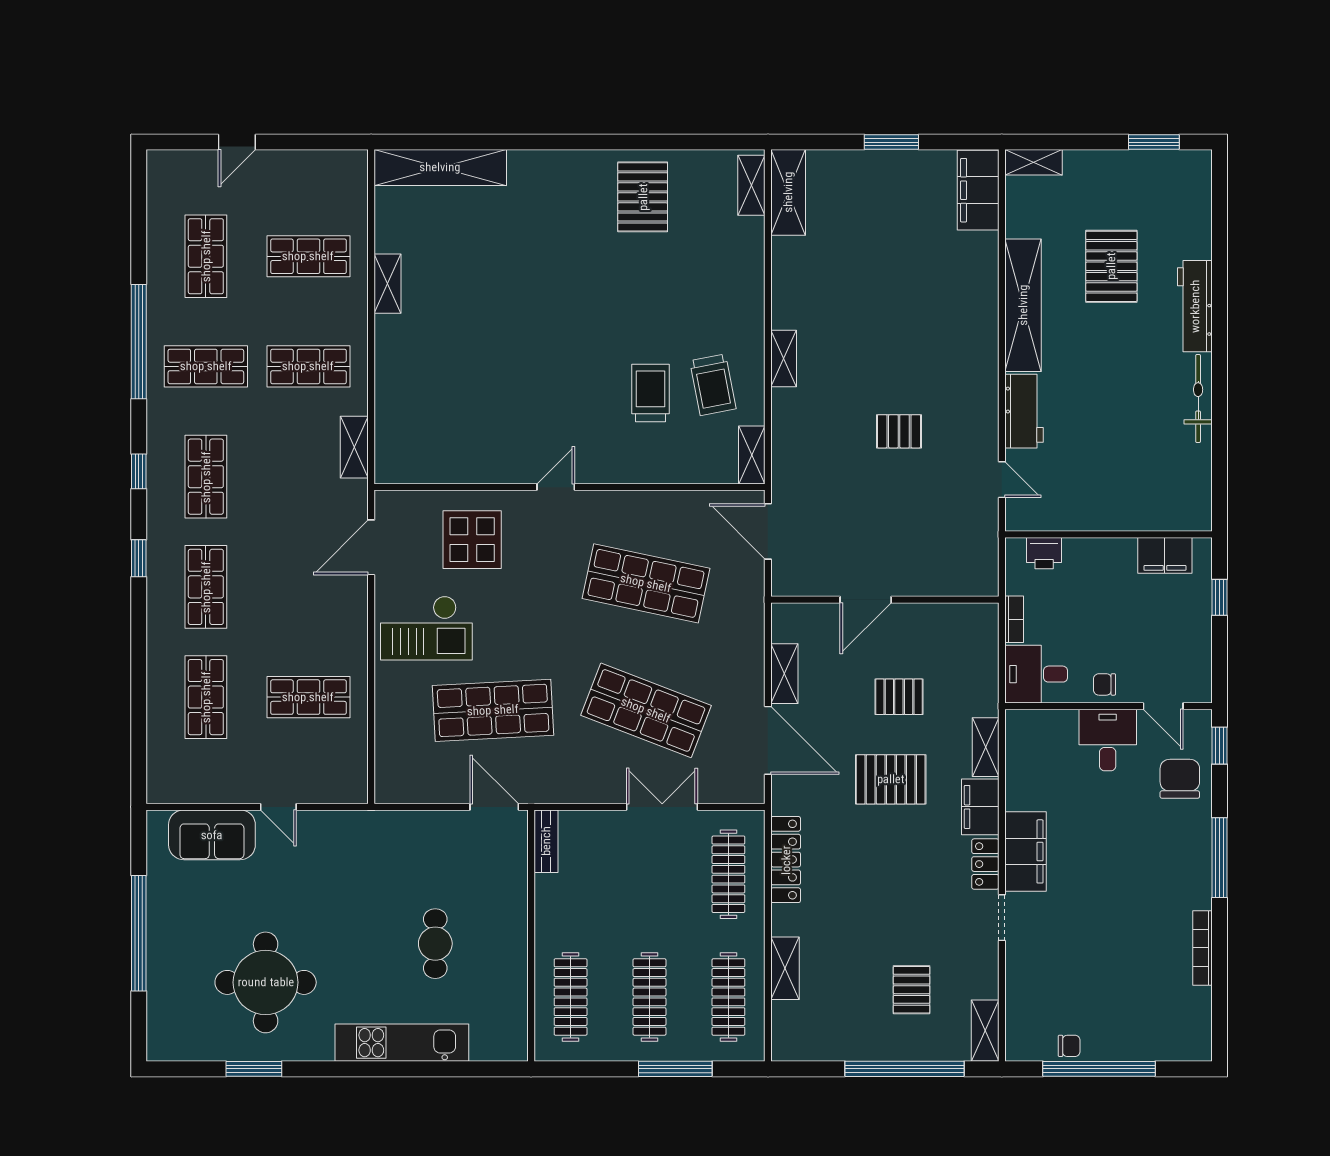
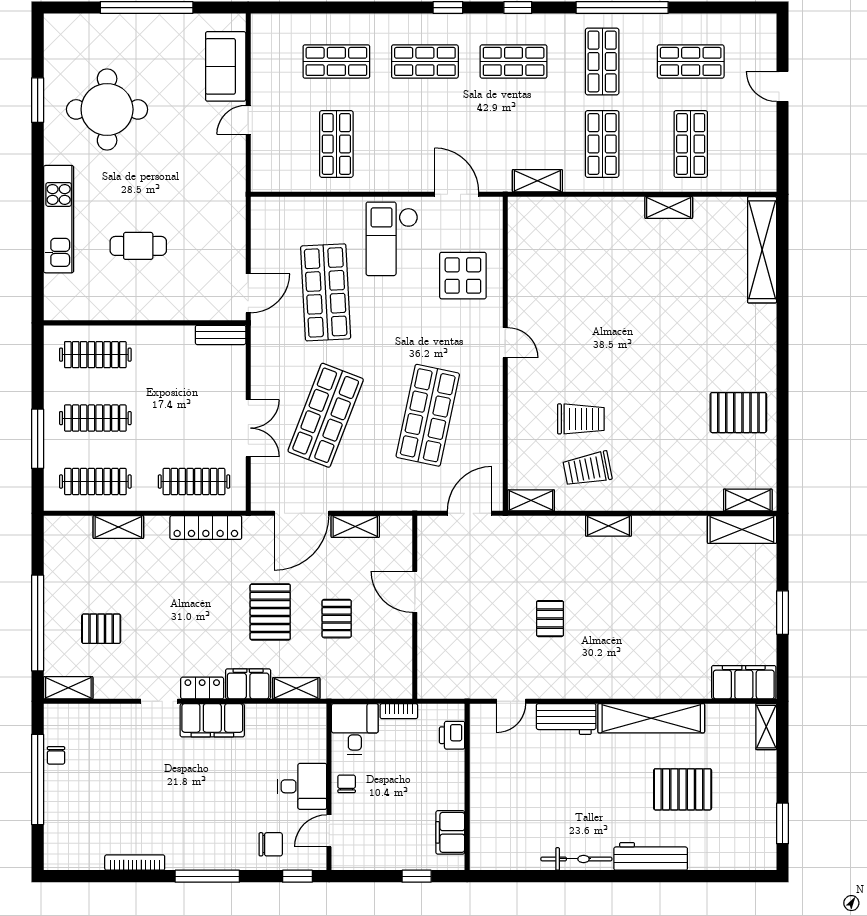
chair: (1180, 779) -> (271, 844), width x0.73, depth x0.73

